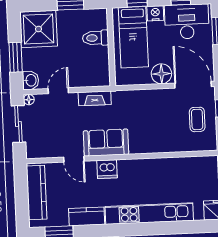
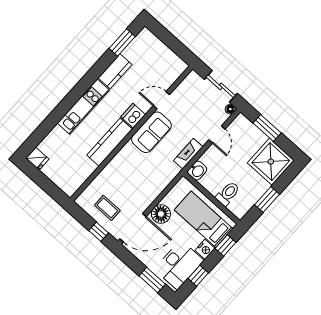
washbasin: (31, 80) -> (197, 171), moved, turned -90
kitchen counter: (37, 193) -> (110, 142), moved, turned 90
kitchen unit: (149, 214) -> (83, 107), width x0.73

